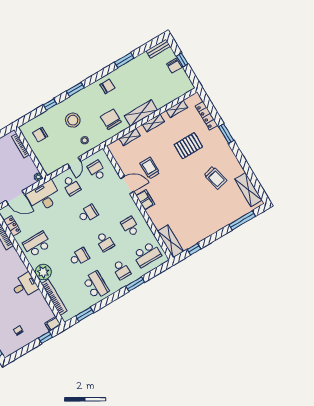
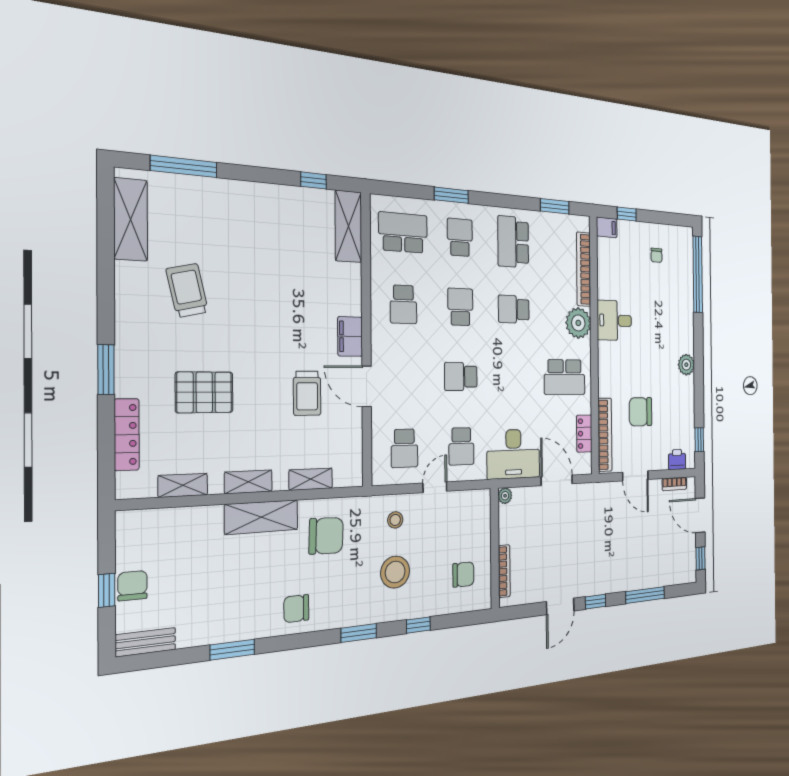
chair: (111, 119) -> (326, 536), turned -88
school desk: (71, 186) -> (461, 446), turned 180

